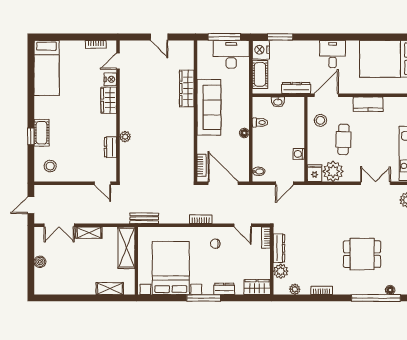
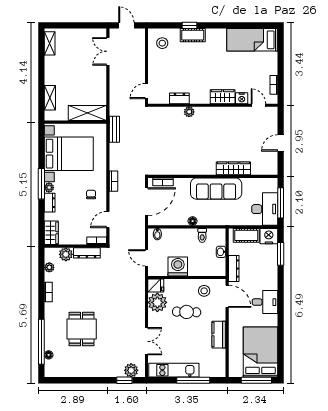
washing machine: (299, 154) -> (178, 266), width x1.89, depth x1.89
shelving: (89, 233) -> (50, 43), moved
boiler: (40, 262) -> (74, 34), removed
plant: (208, 289) -> (49, 188), added

